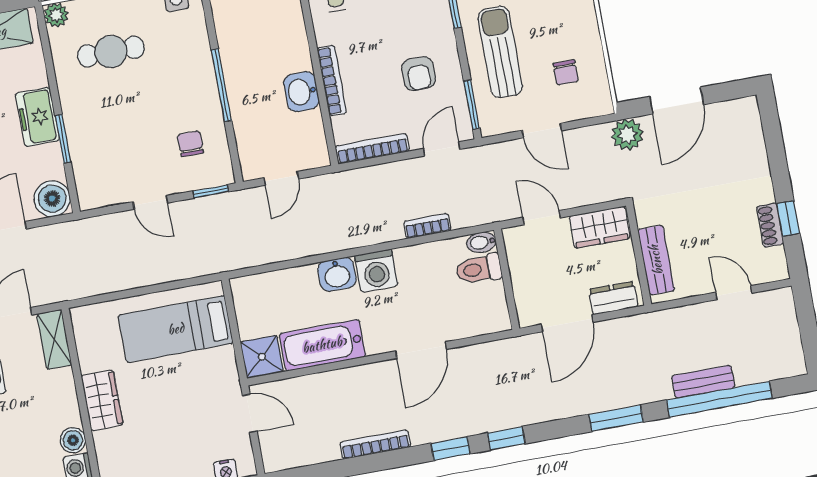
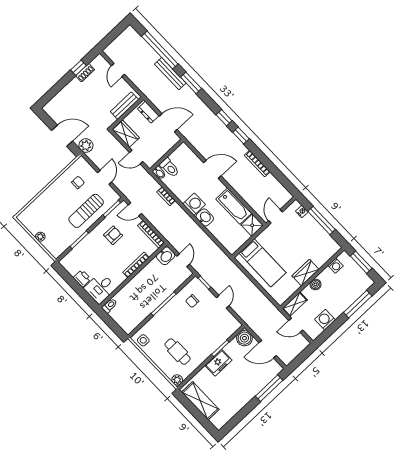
washbasin: (301, 92) -> (166, 256), moved
door: (281, 178) -> (183, 260), hinge flipped
door: (541, 218) -> (136, 157), hinge flipped
bench: (703, 382) -> (170, 74), moved, width x1.36
boiler: (73, 440) -> (315, 284), moved

